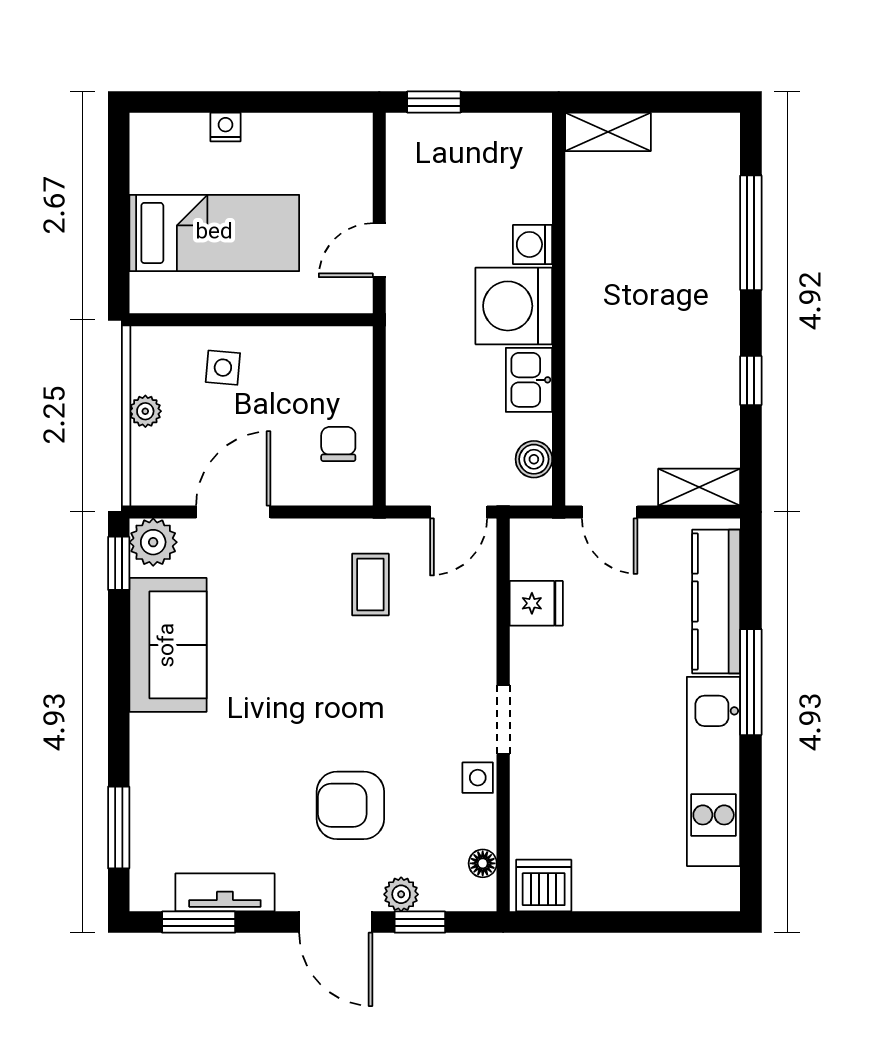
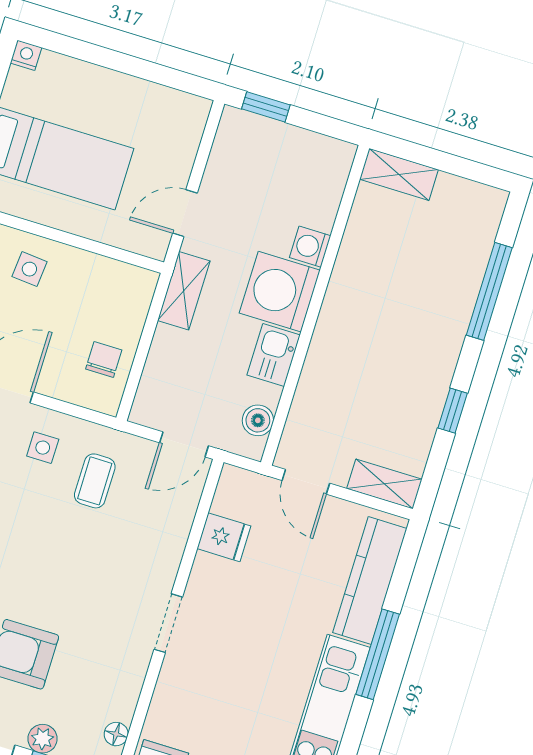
nightstand: (225, 127) -> (26, 55), moved
shelving: (405, 338) -> (184, 291), added
side table: (478, 778) -> (43, 448), moved

